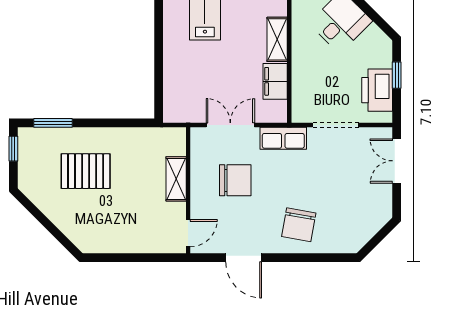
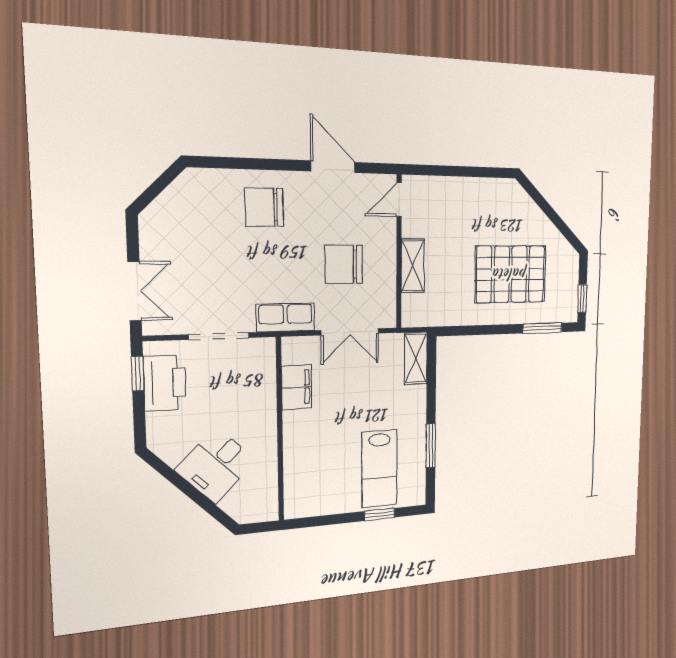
window: (159, 24) -> (431, 446), added
shelving: (277, 39) -> (416, 358), moved
window: (397, 75) -> (138, 374), moved
pallet: (86, 171) -> (510, 274), width x1.37, depth x1.41
chair: (299, 225) -> (264, 207), turned -101

